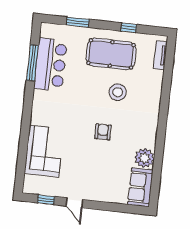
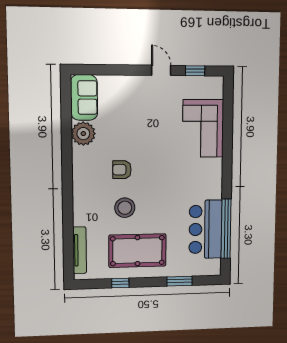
tv unit: (160, 55) -> (80, 250), width x1.41
window: (32, 63) -> (226, 229), width x1.46
armchair: (103, 132) -> (122, 170), moved, turned 90

